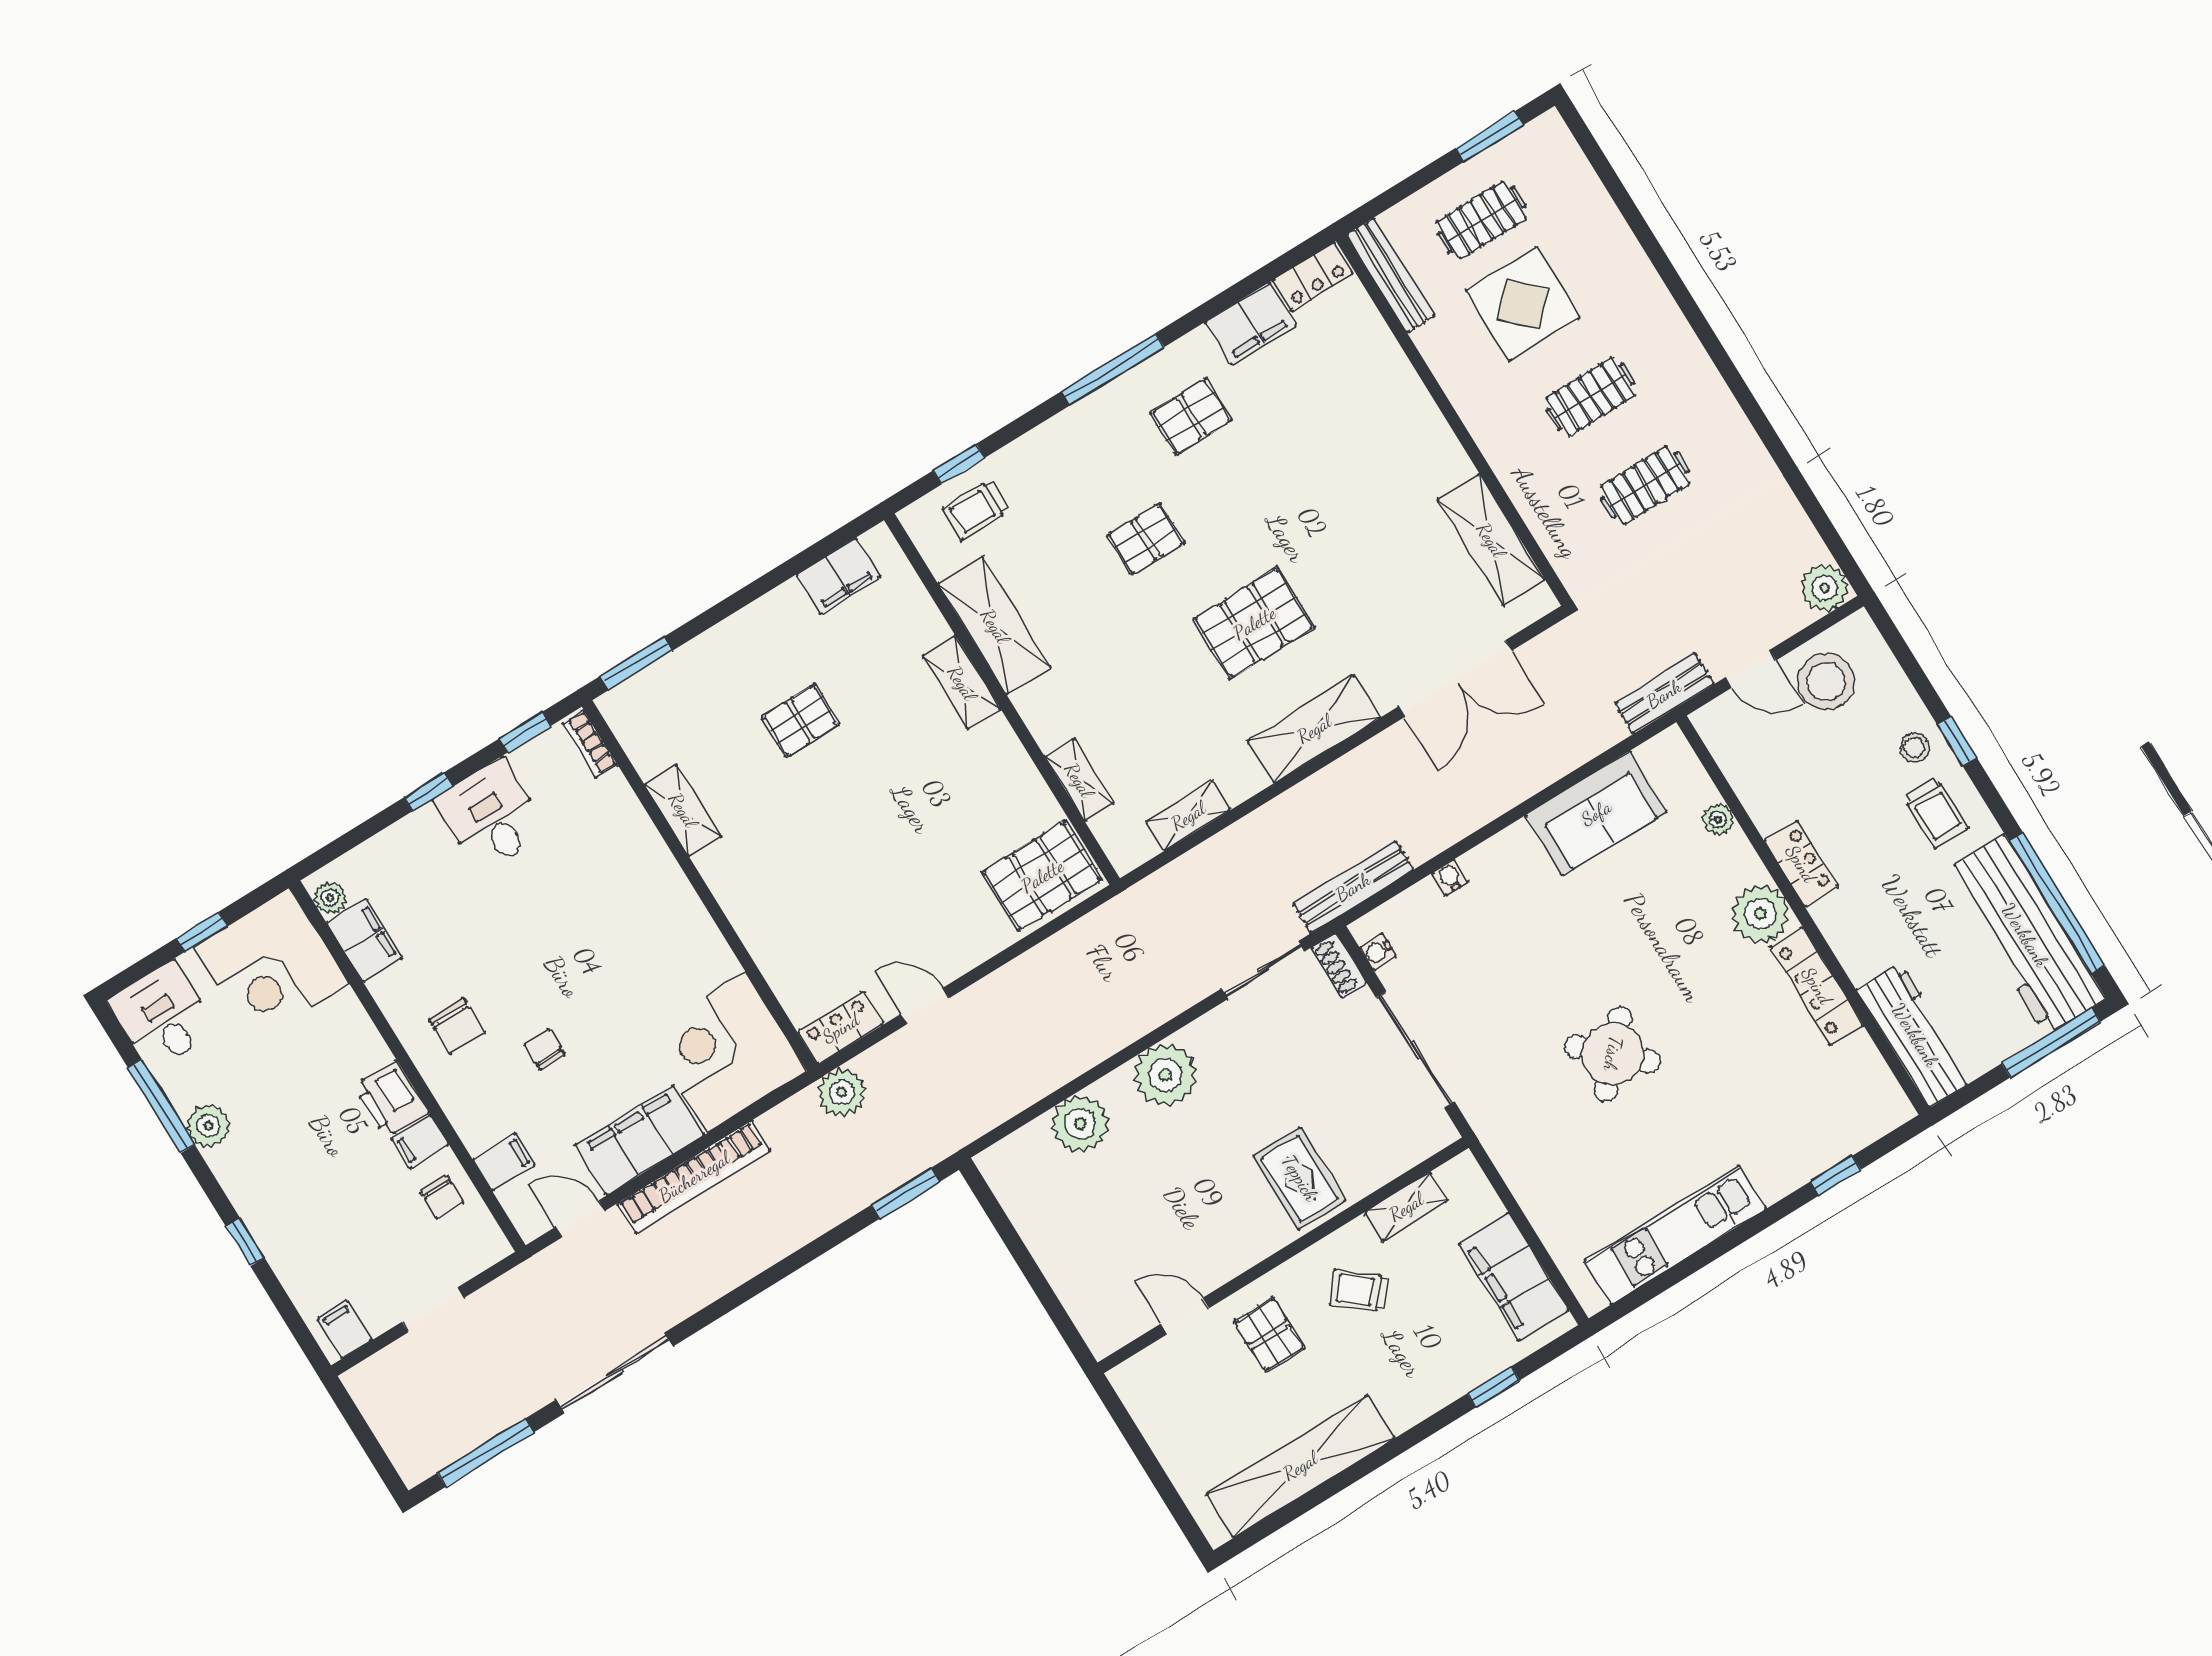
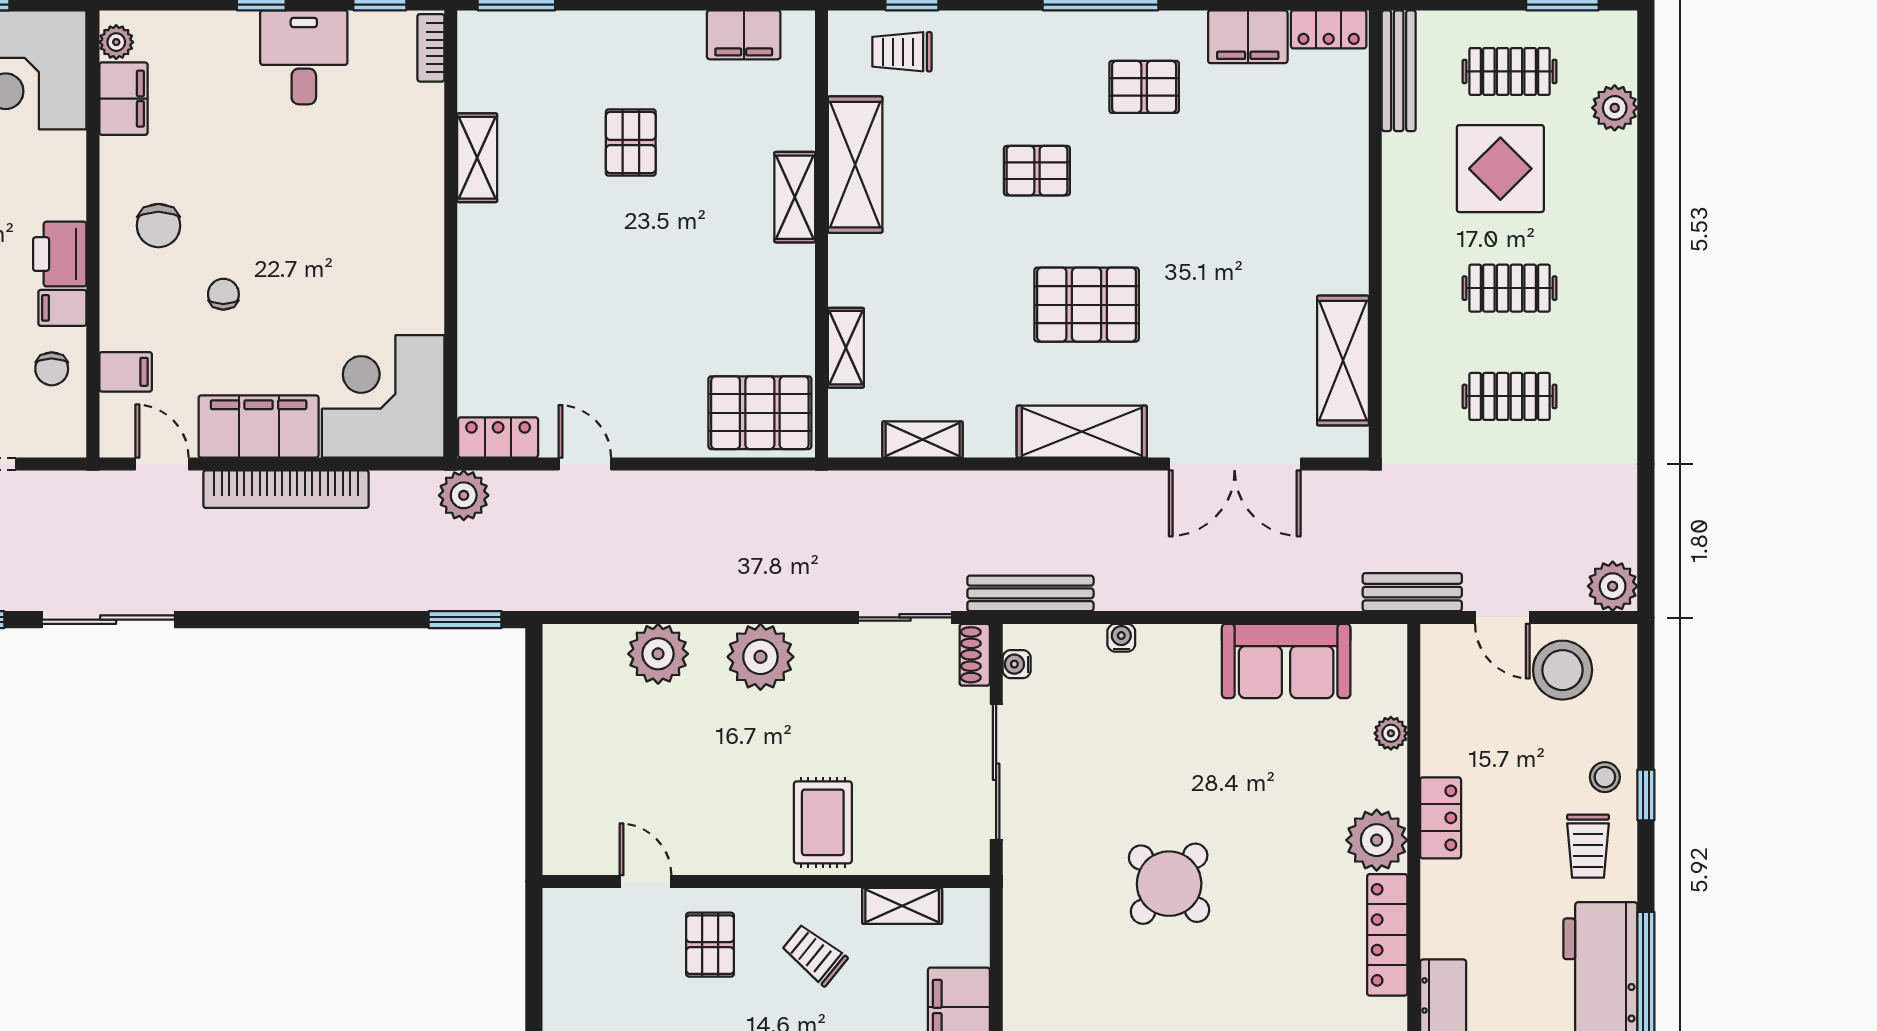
plant: (1585, 197) -> (1615, 108), added
pallet: (800, 721) -> (631, 143), turned 90

